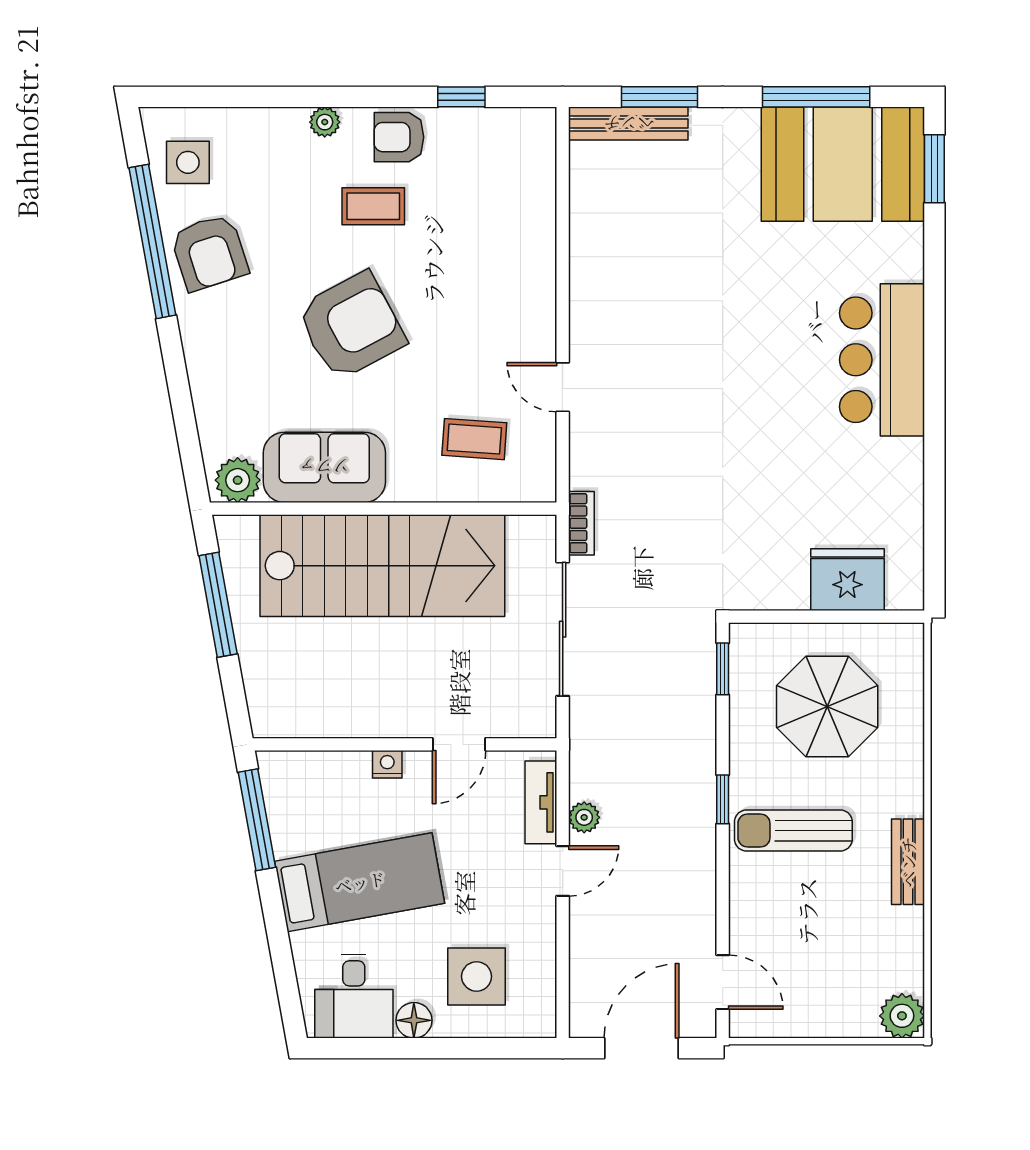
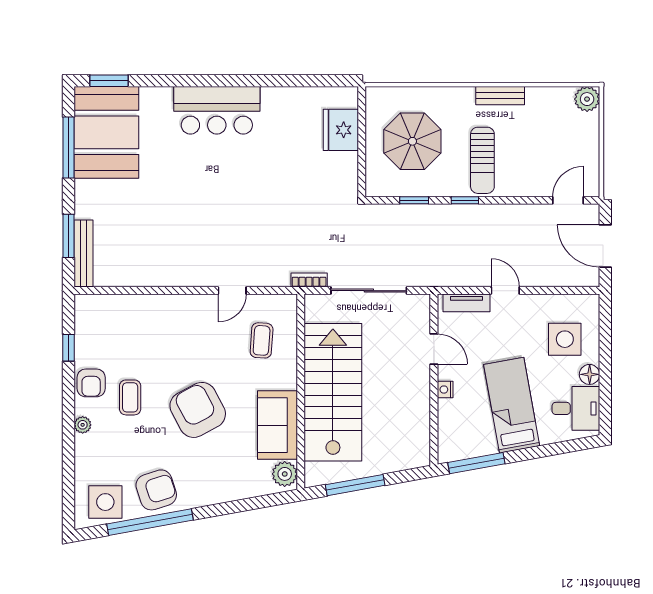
side table: (188, 162) -> (105, 502), width x1.37, depth x1.37
window: (723, 669) -> (414, 200), moved
plant: (584, 817) -> (475, 278), removed

